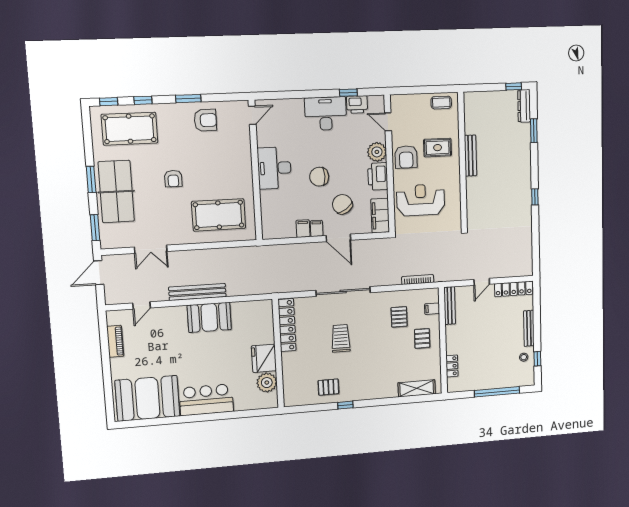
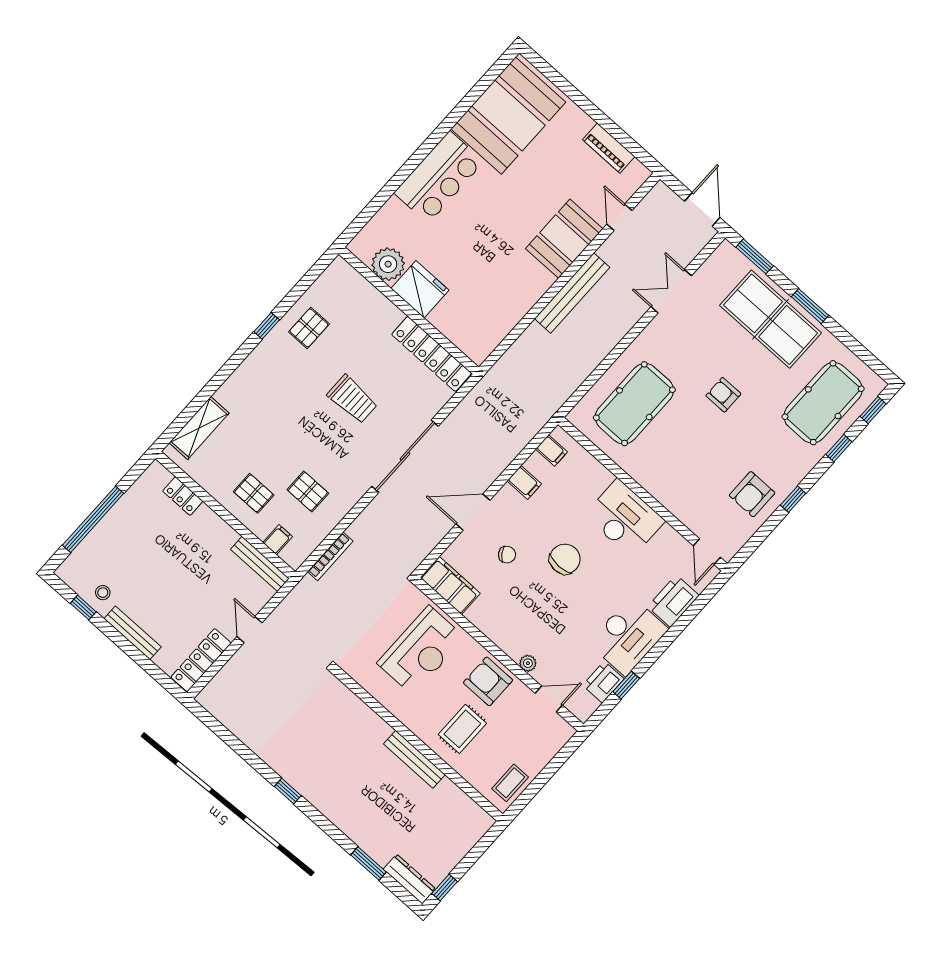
window: (188, 99) -> (793, 499), width x0.67
plant: (377, 152) -> (528, 663), width x0.53, depth x0.53
printer: (378, 176) -> (673, 601), moved, turned -90
chair: (342, 204) -> (507, 555), width x0.54, depth x0.54
filing cabinet: (317, 228) -> (552, 450), moved
booth: (209, 317) -> (564, 239), moved

